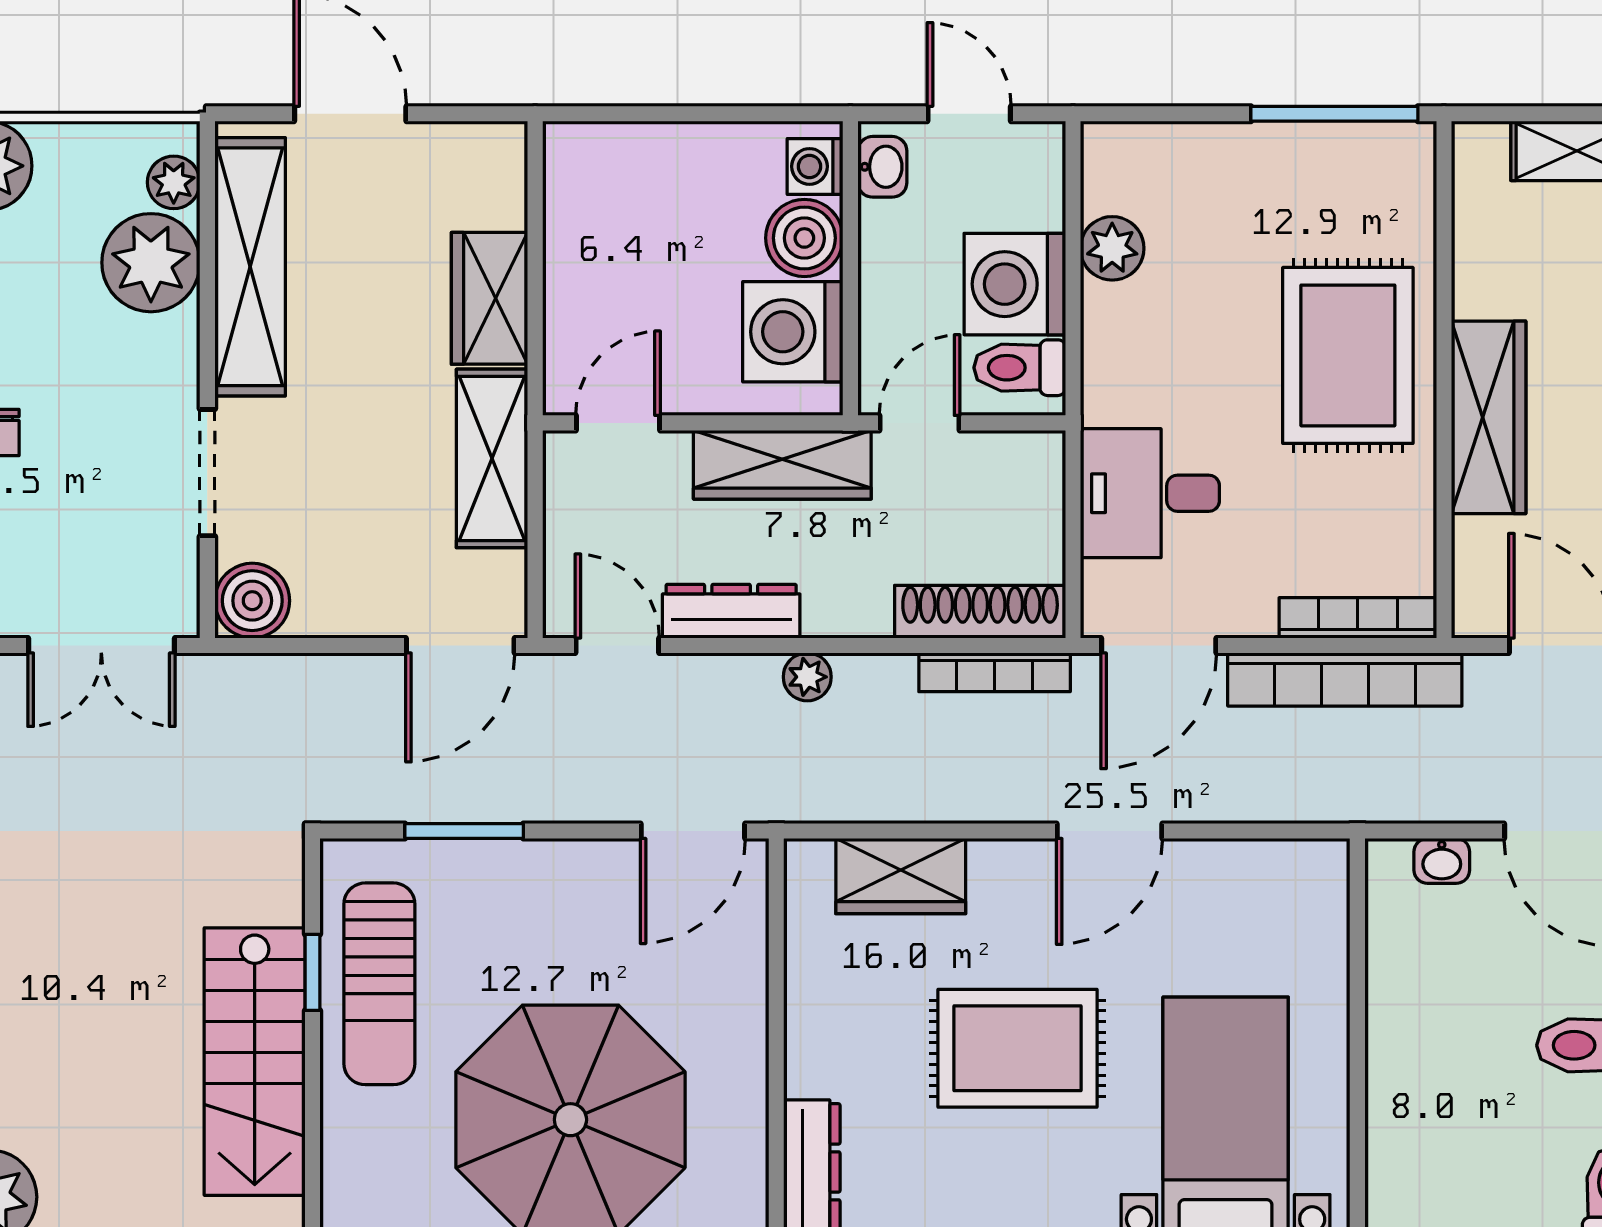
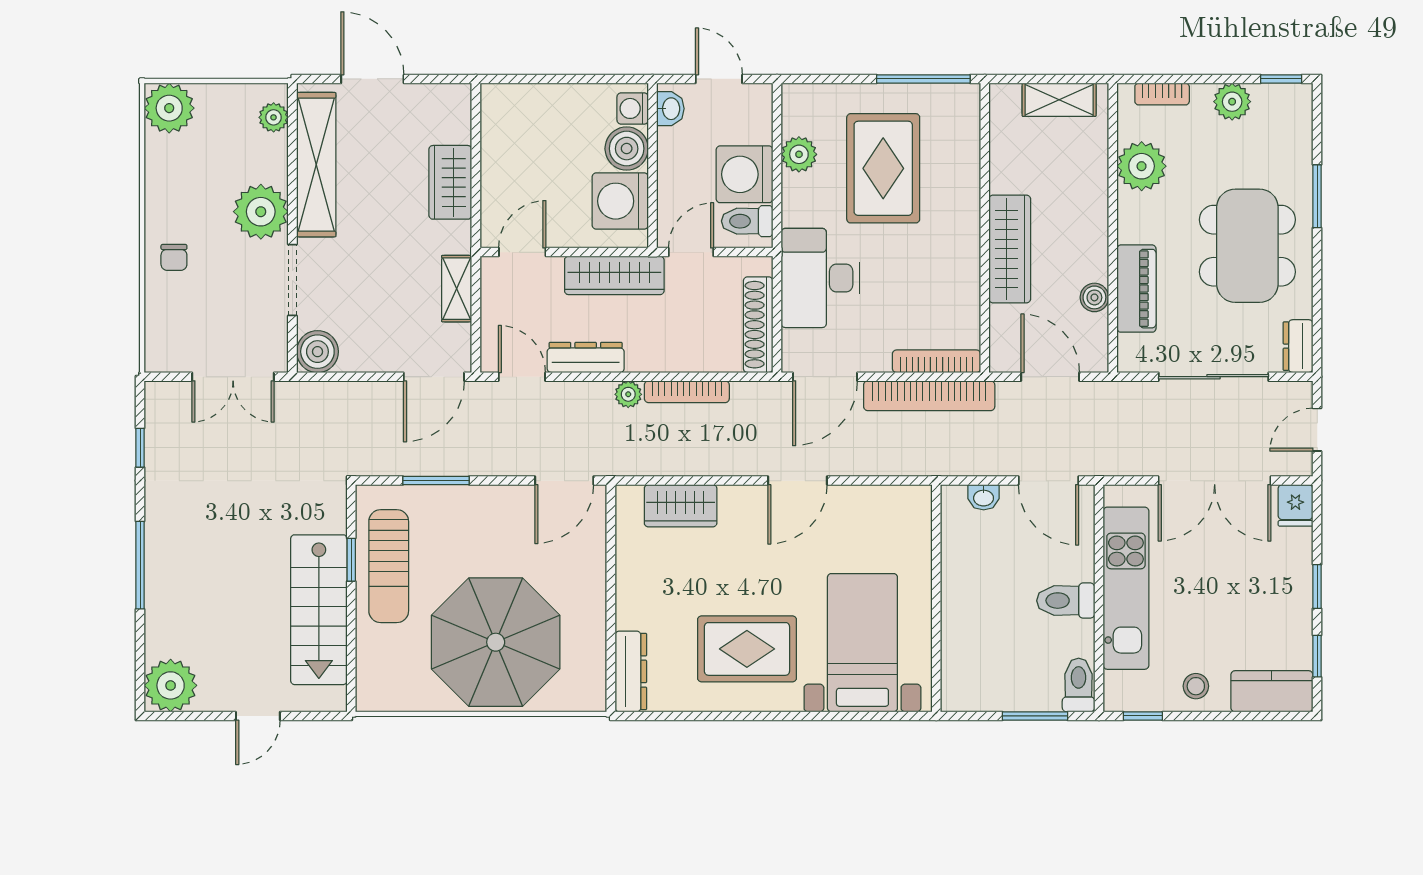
plant: (151, 263) -> (261, 212), moved
rug: (1348, 355) -> (883, 168), moved
shelving: (492, 458) -> (457, 289), width x0.67, depth x0.75
desk: (1150, 493) -> (820, 278), width x1.37
shoe rack: (980, 612) -> (758, 325), moved, turned -90
bookcase: (995, 672) -> (687, 392), moved
rug: (1018, 1048) -> (747, 649), moved

